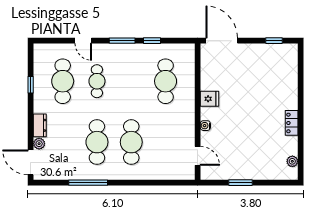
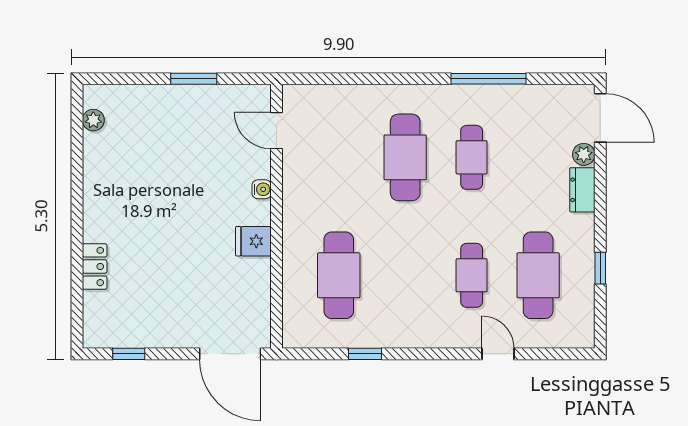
window: (122, 41) -> (423, 354), removed
locker: (292, 123) -> (95, 266), moved
cafe table: (97, 142) -> (472, 157), width x0.73, depth x0.74

